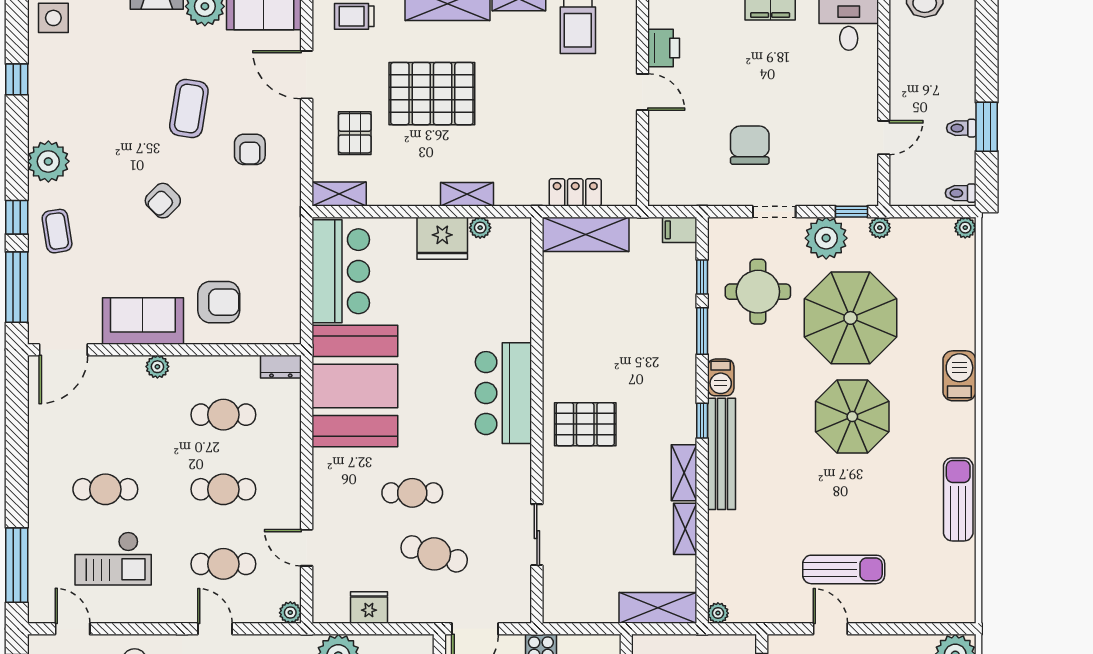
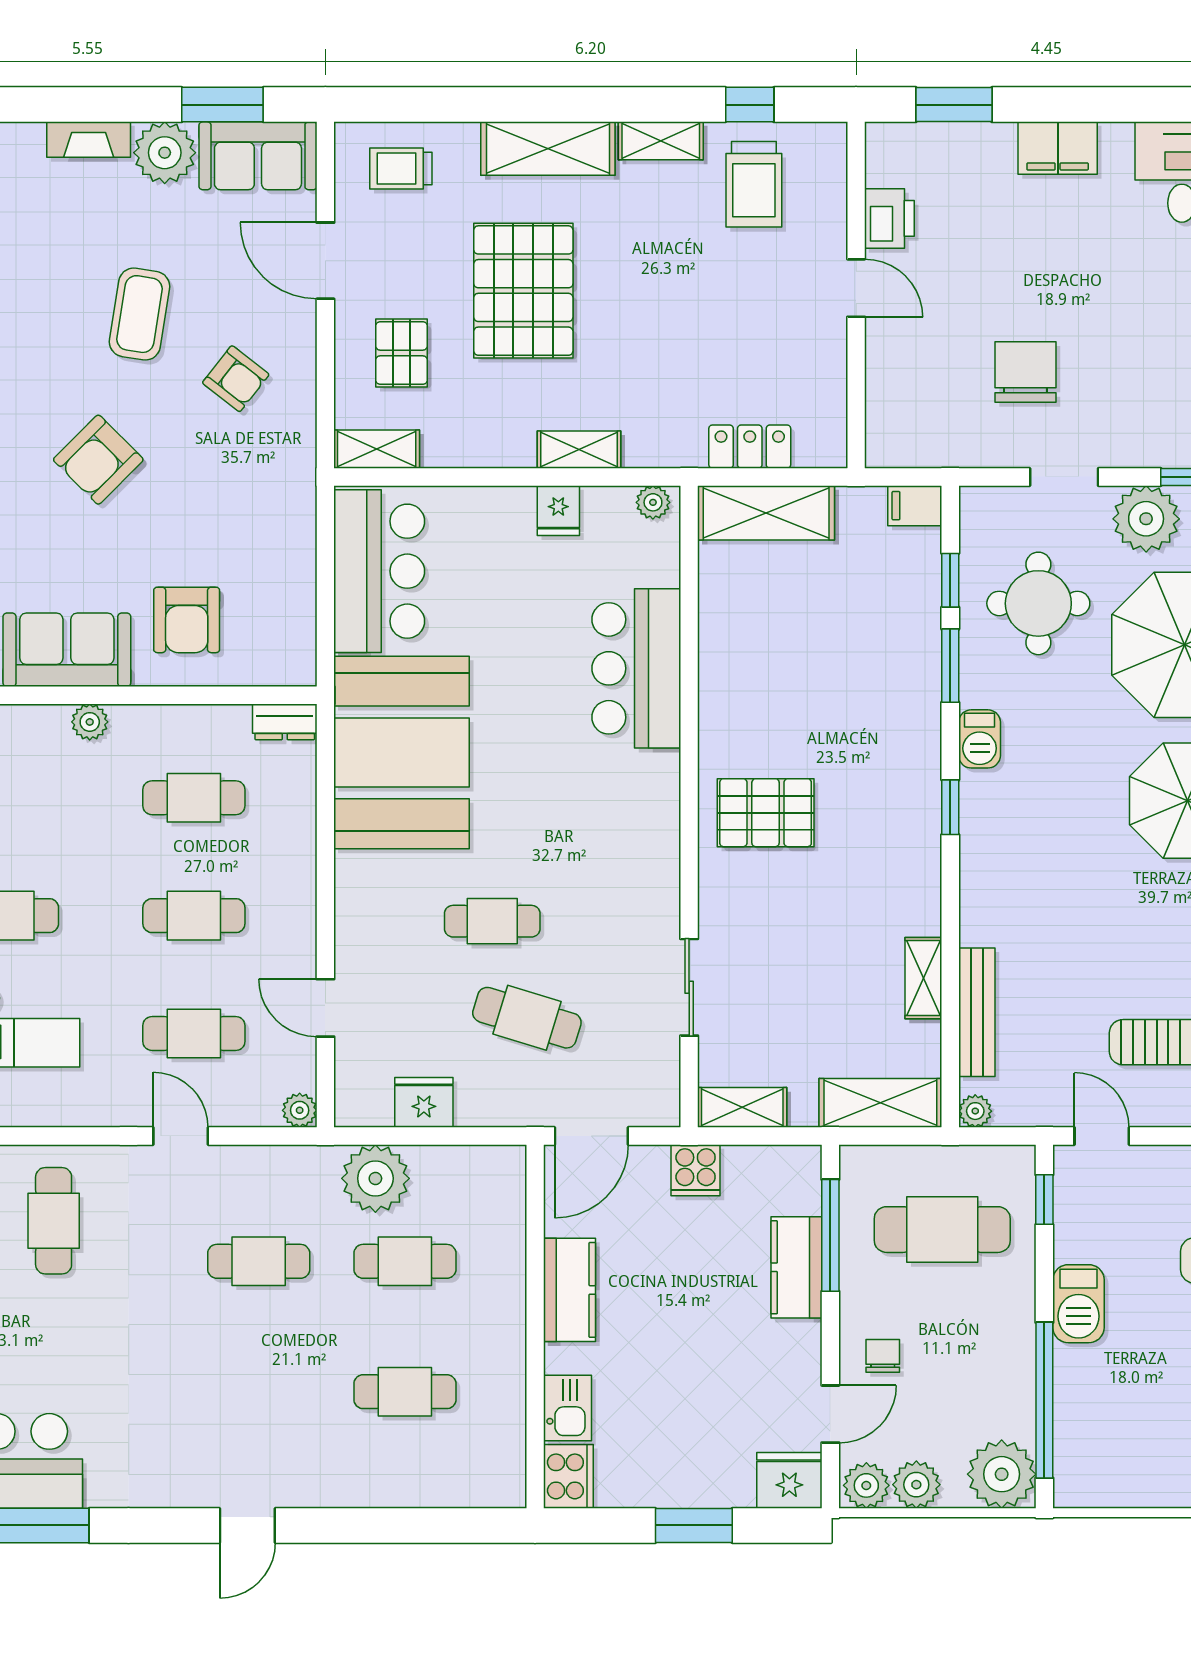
pallet: (432, 94) -> (523, 291), turned 90
armchair: (250, 149) -> (236, 379), turned -52
armchair: (163, 201) -> (98, 460), width x1.38, depth x1.38
plant: (480, 228) -> (653, 502), moved
fridge: (442, 238) -> (558, 511), width x0.53, depth x0.75
armchair: (219, 302) -> (187, 620), turned 90
bar counter: (503, 393) -> (636, 668), moved
bench: (721, 454) -> (977, 1012), moved, width x0.73, depth x0.82
shelving: (684, 473) -> (742, 1107), moved, turned 90
door: (830, 629) -> (1102, 1136), moved

